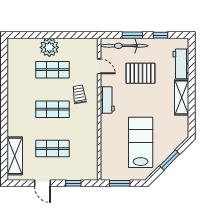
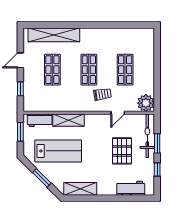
plant: (49, 47) -> (146, 103), moved
door: (99, 66) -> (118, 113), moved
shelving: (182, 97) -> (80, 189), moved
workbench: (107, 100) -> (40, 120), moved
shelving: (107, 131) -> (68, 120), added
shelving: (15, 156) -> (54, 35), width x1.47

